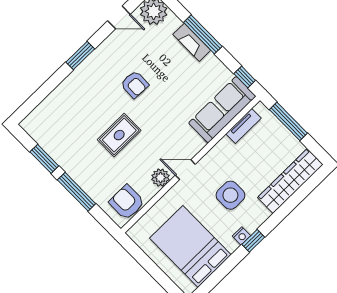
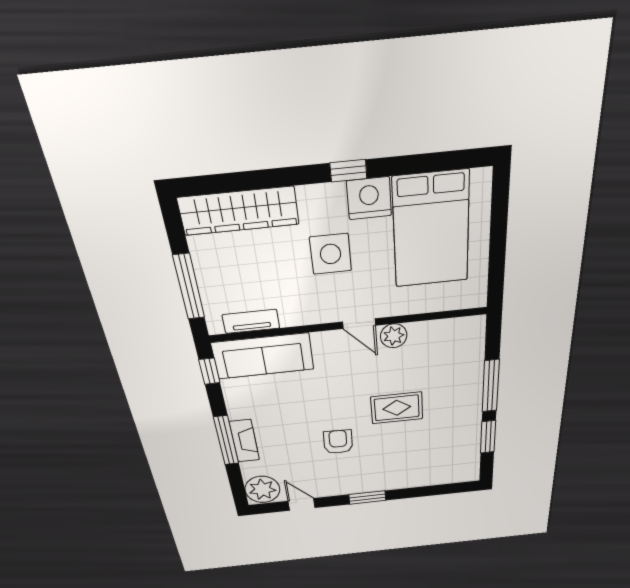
armchair: (127, 202) -> (453, 337), removed
nightstand: (241, 236) -> (369, 198), width x1.89, depth x1.79

